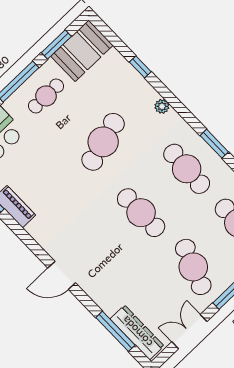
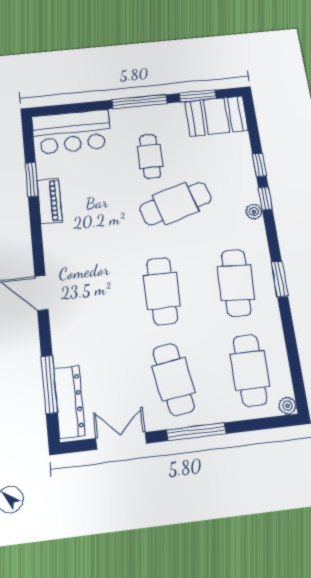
window: (163, 90) -> (265, 199), added
cafe table: (46, 96) -> (150, 156), moved, turned 90
cafe table: (193, 267) -> (173, 379), turned -30

